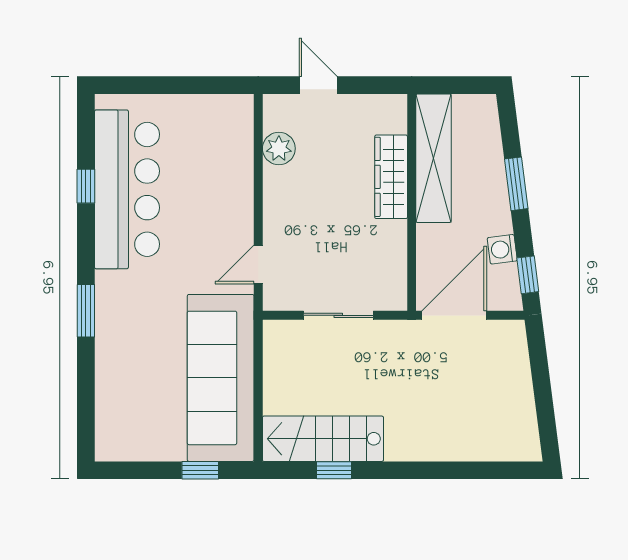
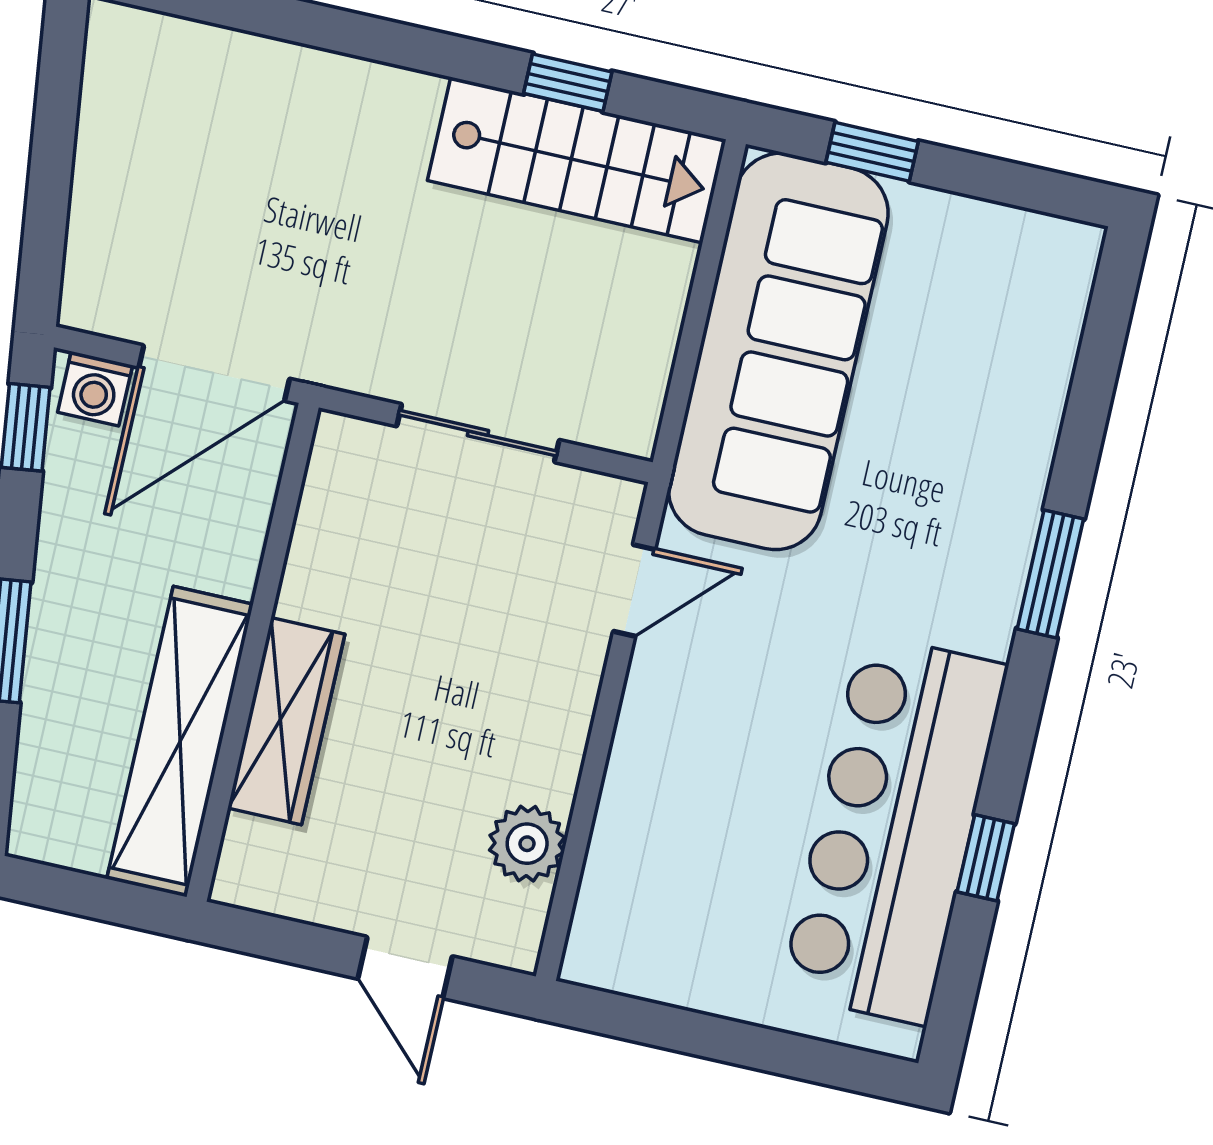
washing machine: (502, 249) -> (95, 389), moved, turned 97

